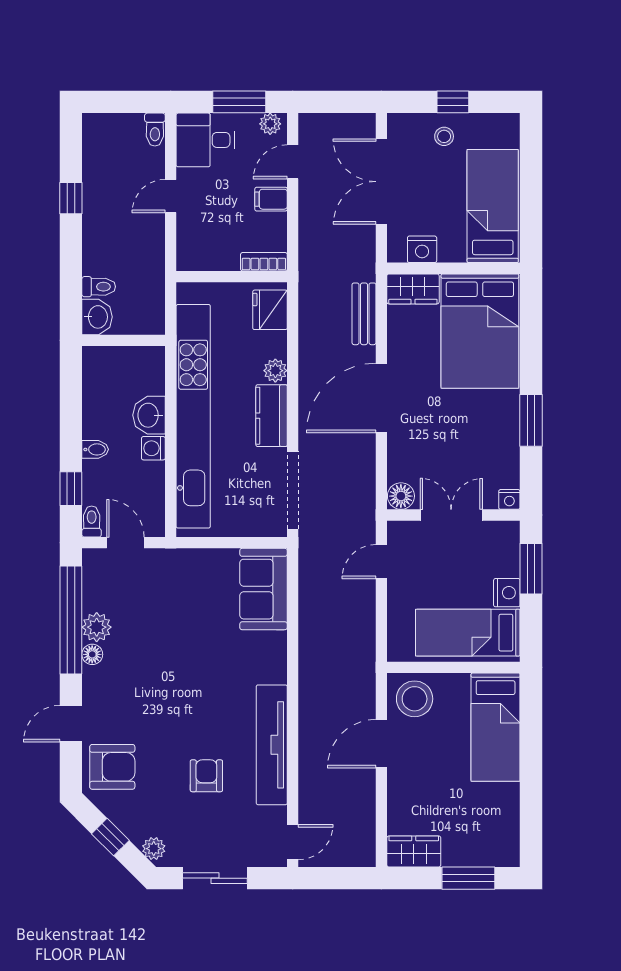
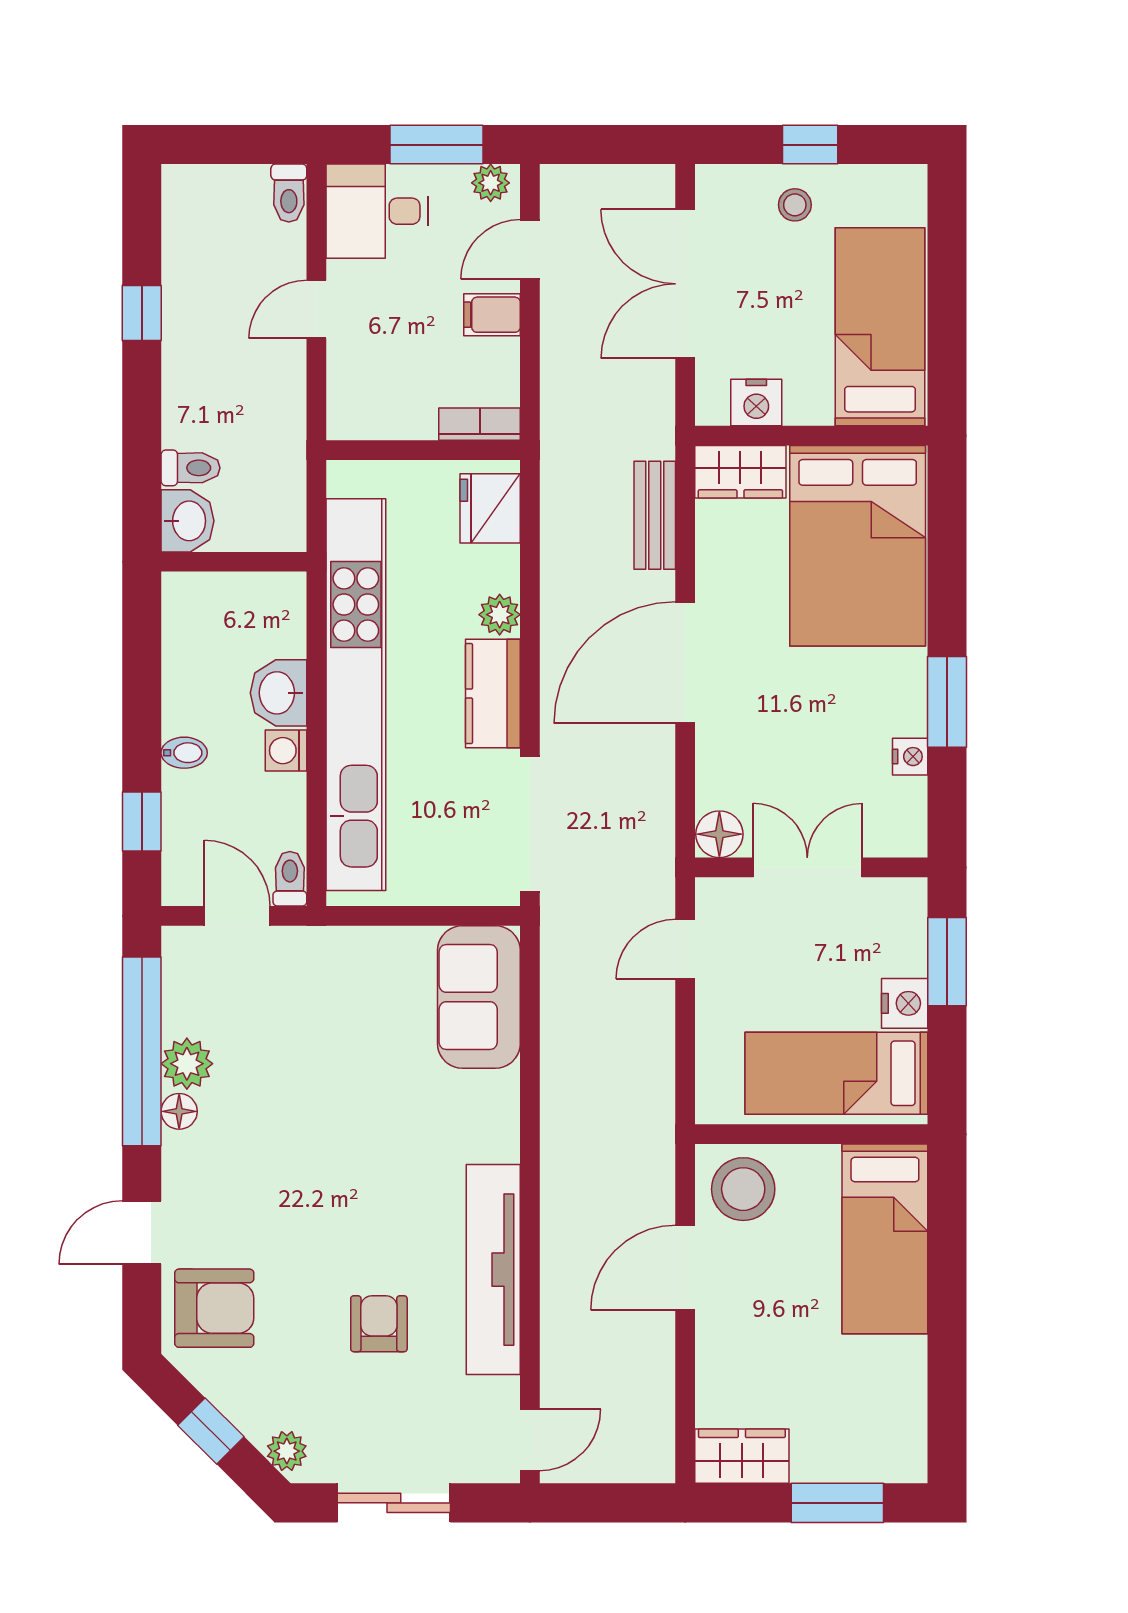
nightstand: (509, 499) -> (910, 757), moved, turned -90
toilet: (92, 521) -> (290, 879), moved

